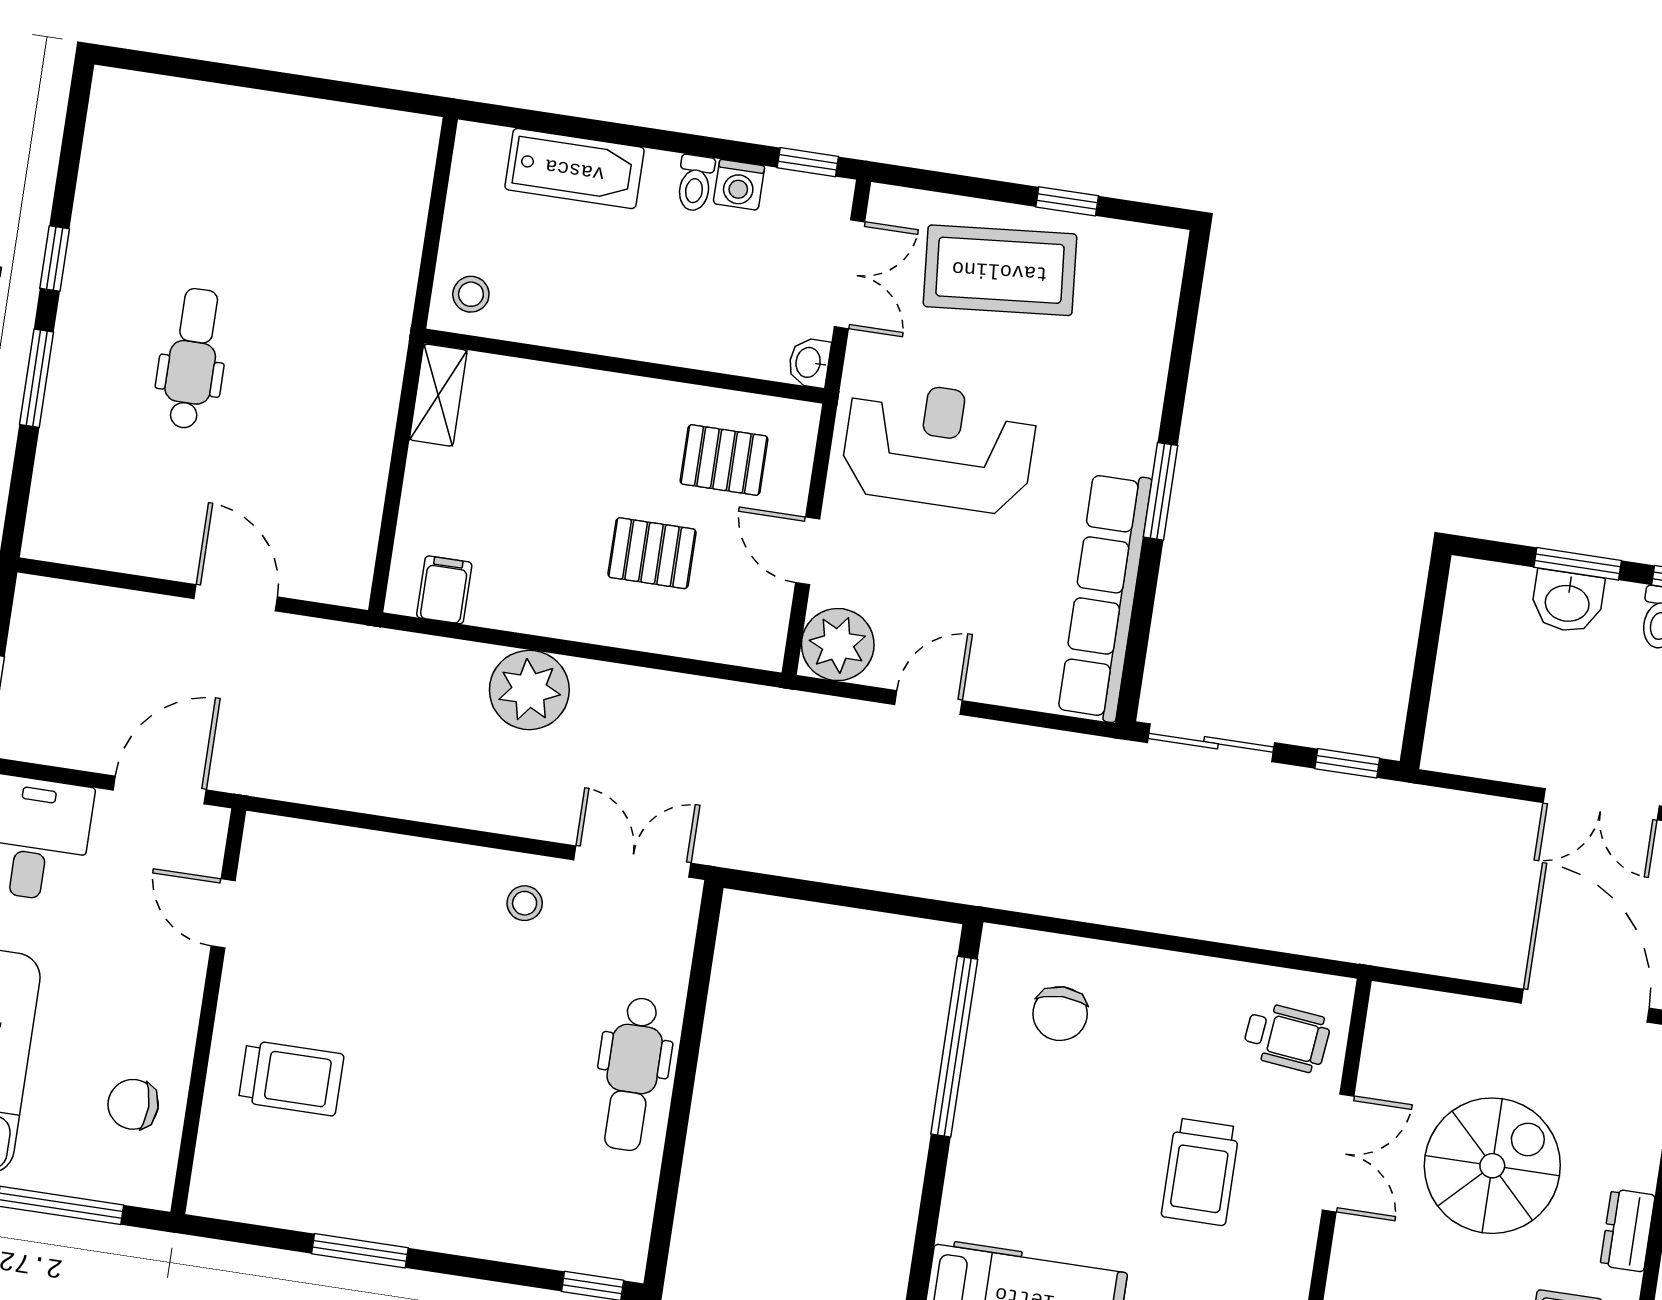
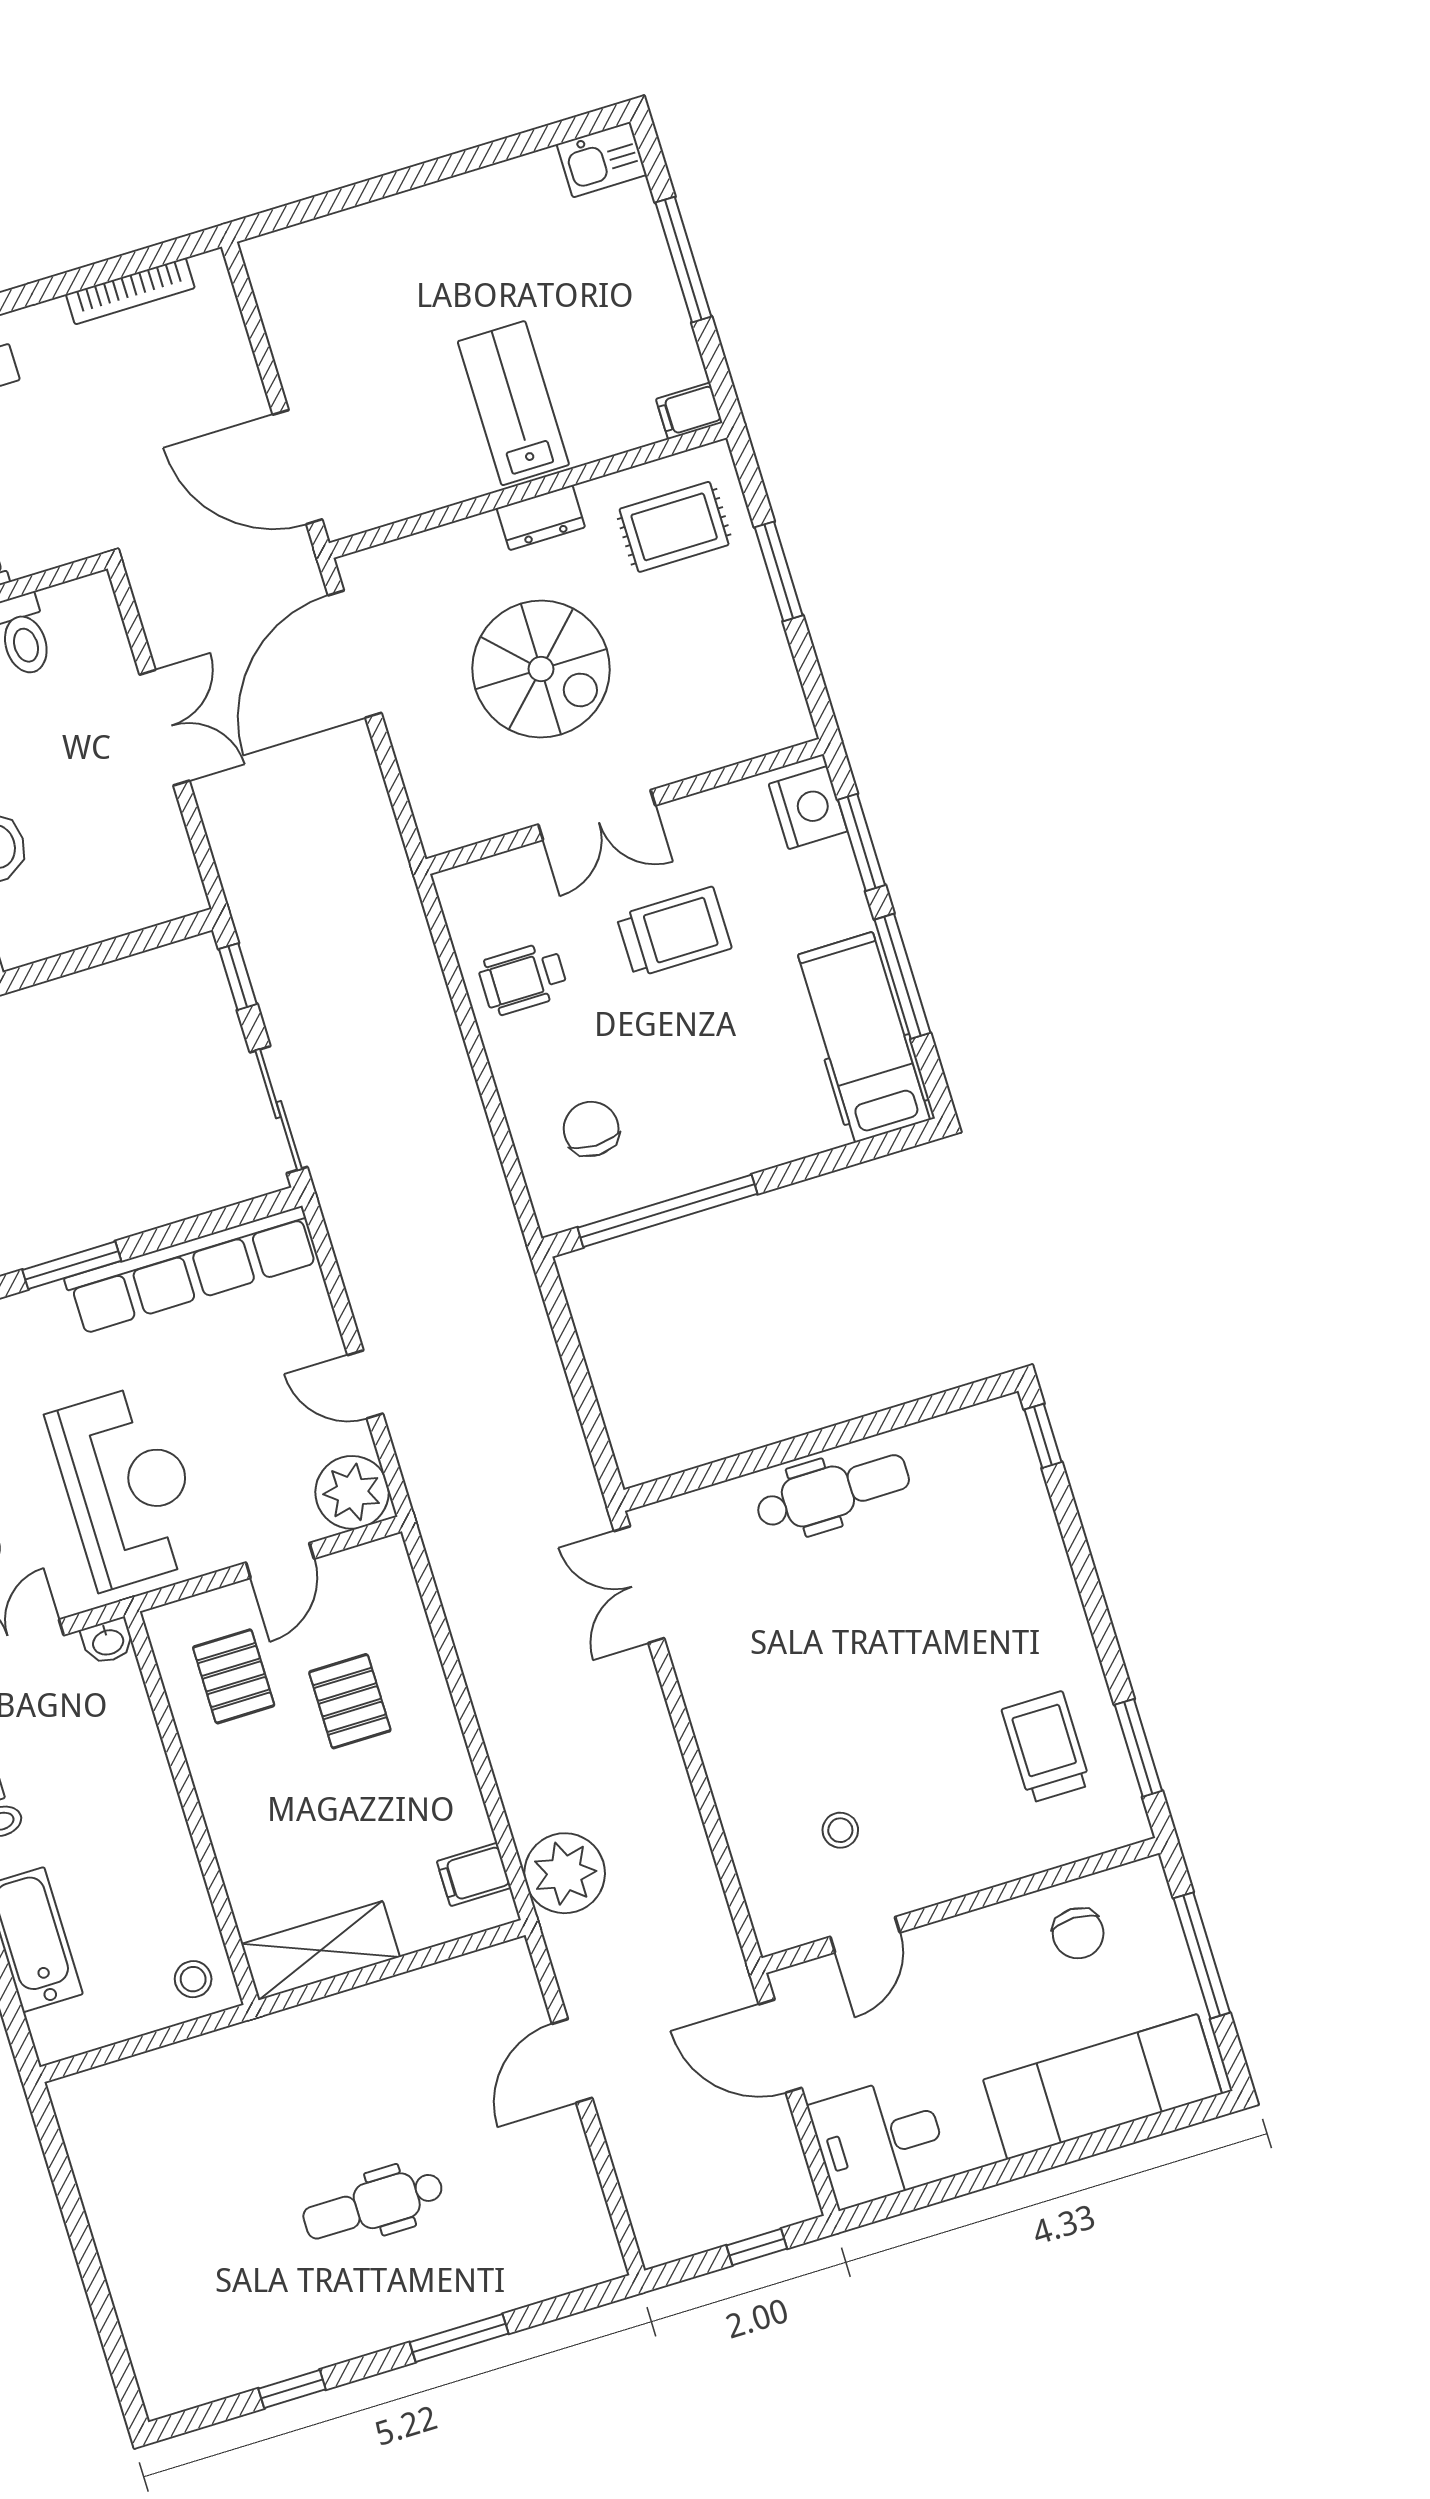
window: (55, 258) -> (292, 2389), moved
shelving: (438, 395) -> (321, 1951), width x1.50, depth x1.33
reception desk: (939, 446) -> (127, 1487), turned 180
plant: (529, 690) -> (565, 1873), moved
stool: (525, 903) -> (840, 1830), moved
chair: (1060, 1014) -> (591, 1129), turned -90
wheelchair: (1287, 1037) -> (523, 979), moved, turned -96
trolley: (291, 1078) -> (1046, 1747), moved
double door: (1338, 1153) -> (597, 815), swing flipped
spiral stairs: (1492, 1166) -> (541, 669), turned 180
window: (360, 1251) -> (1138, 1748), moved

